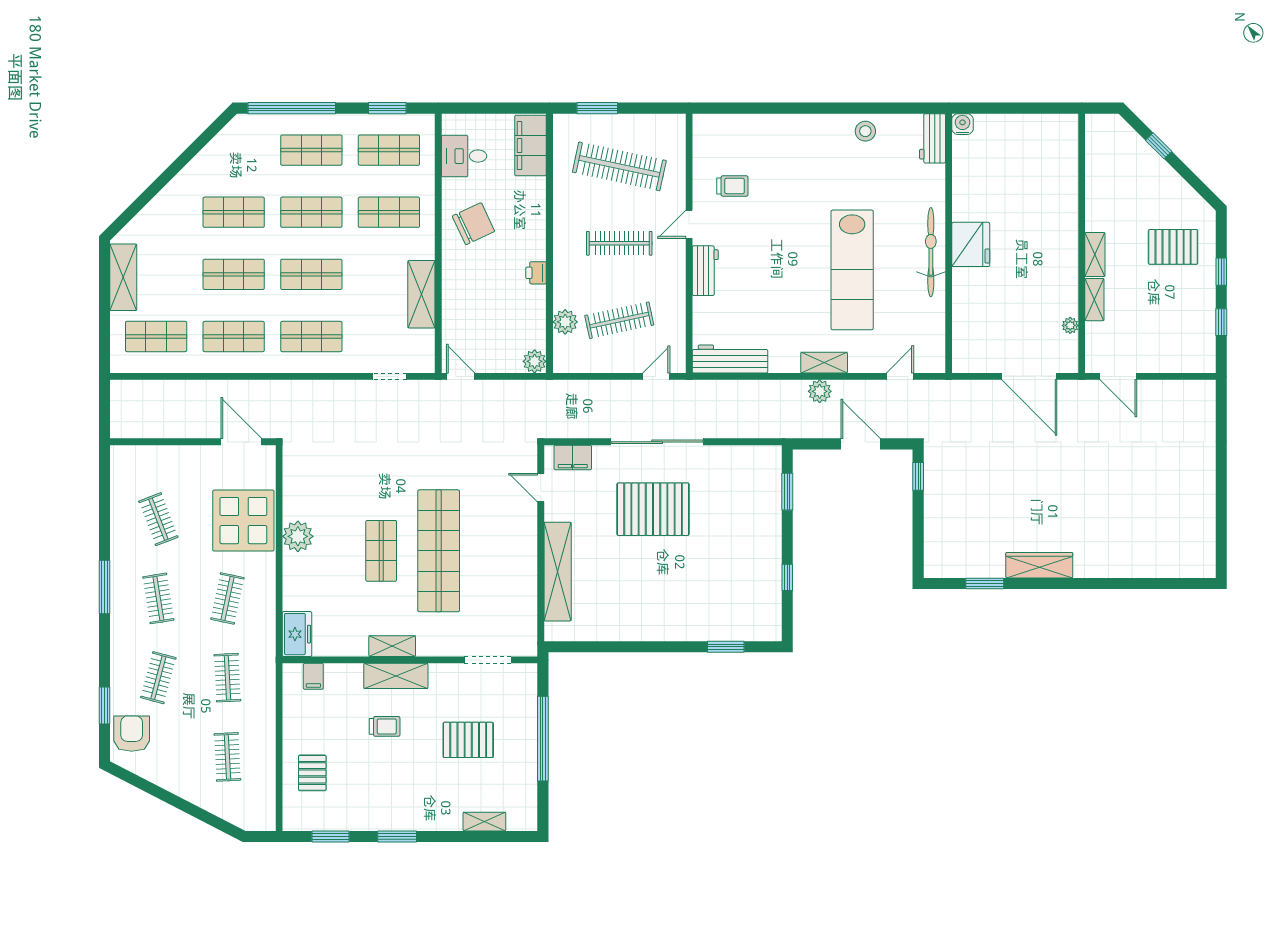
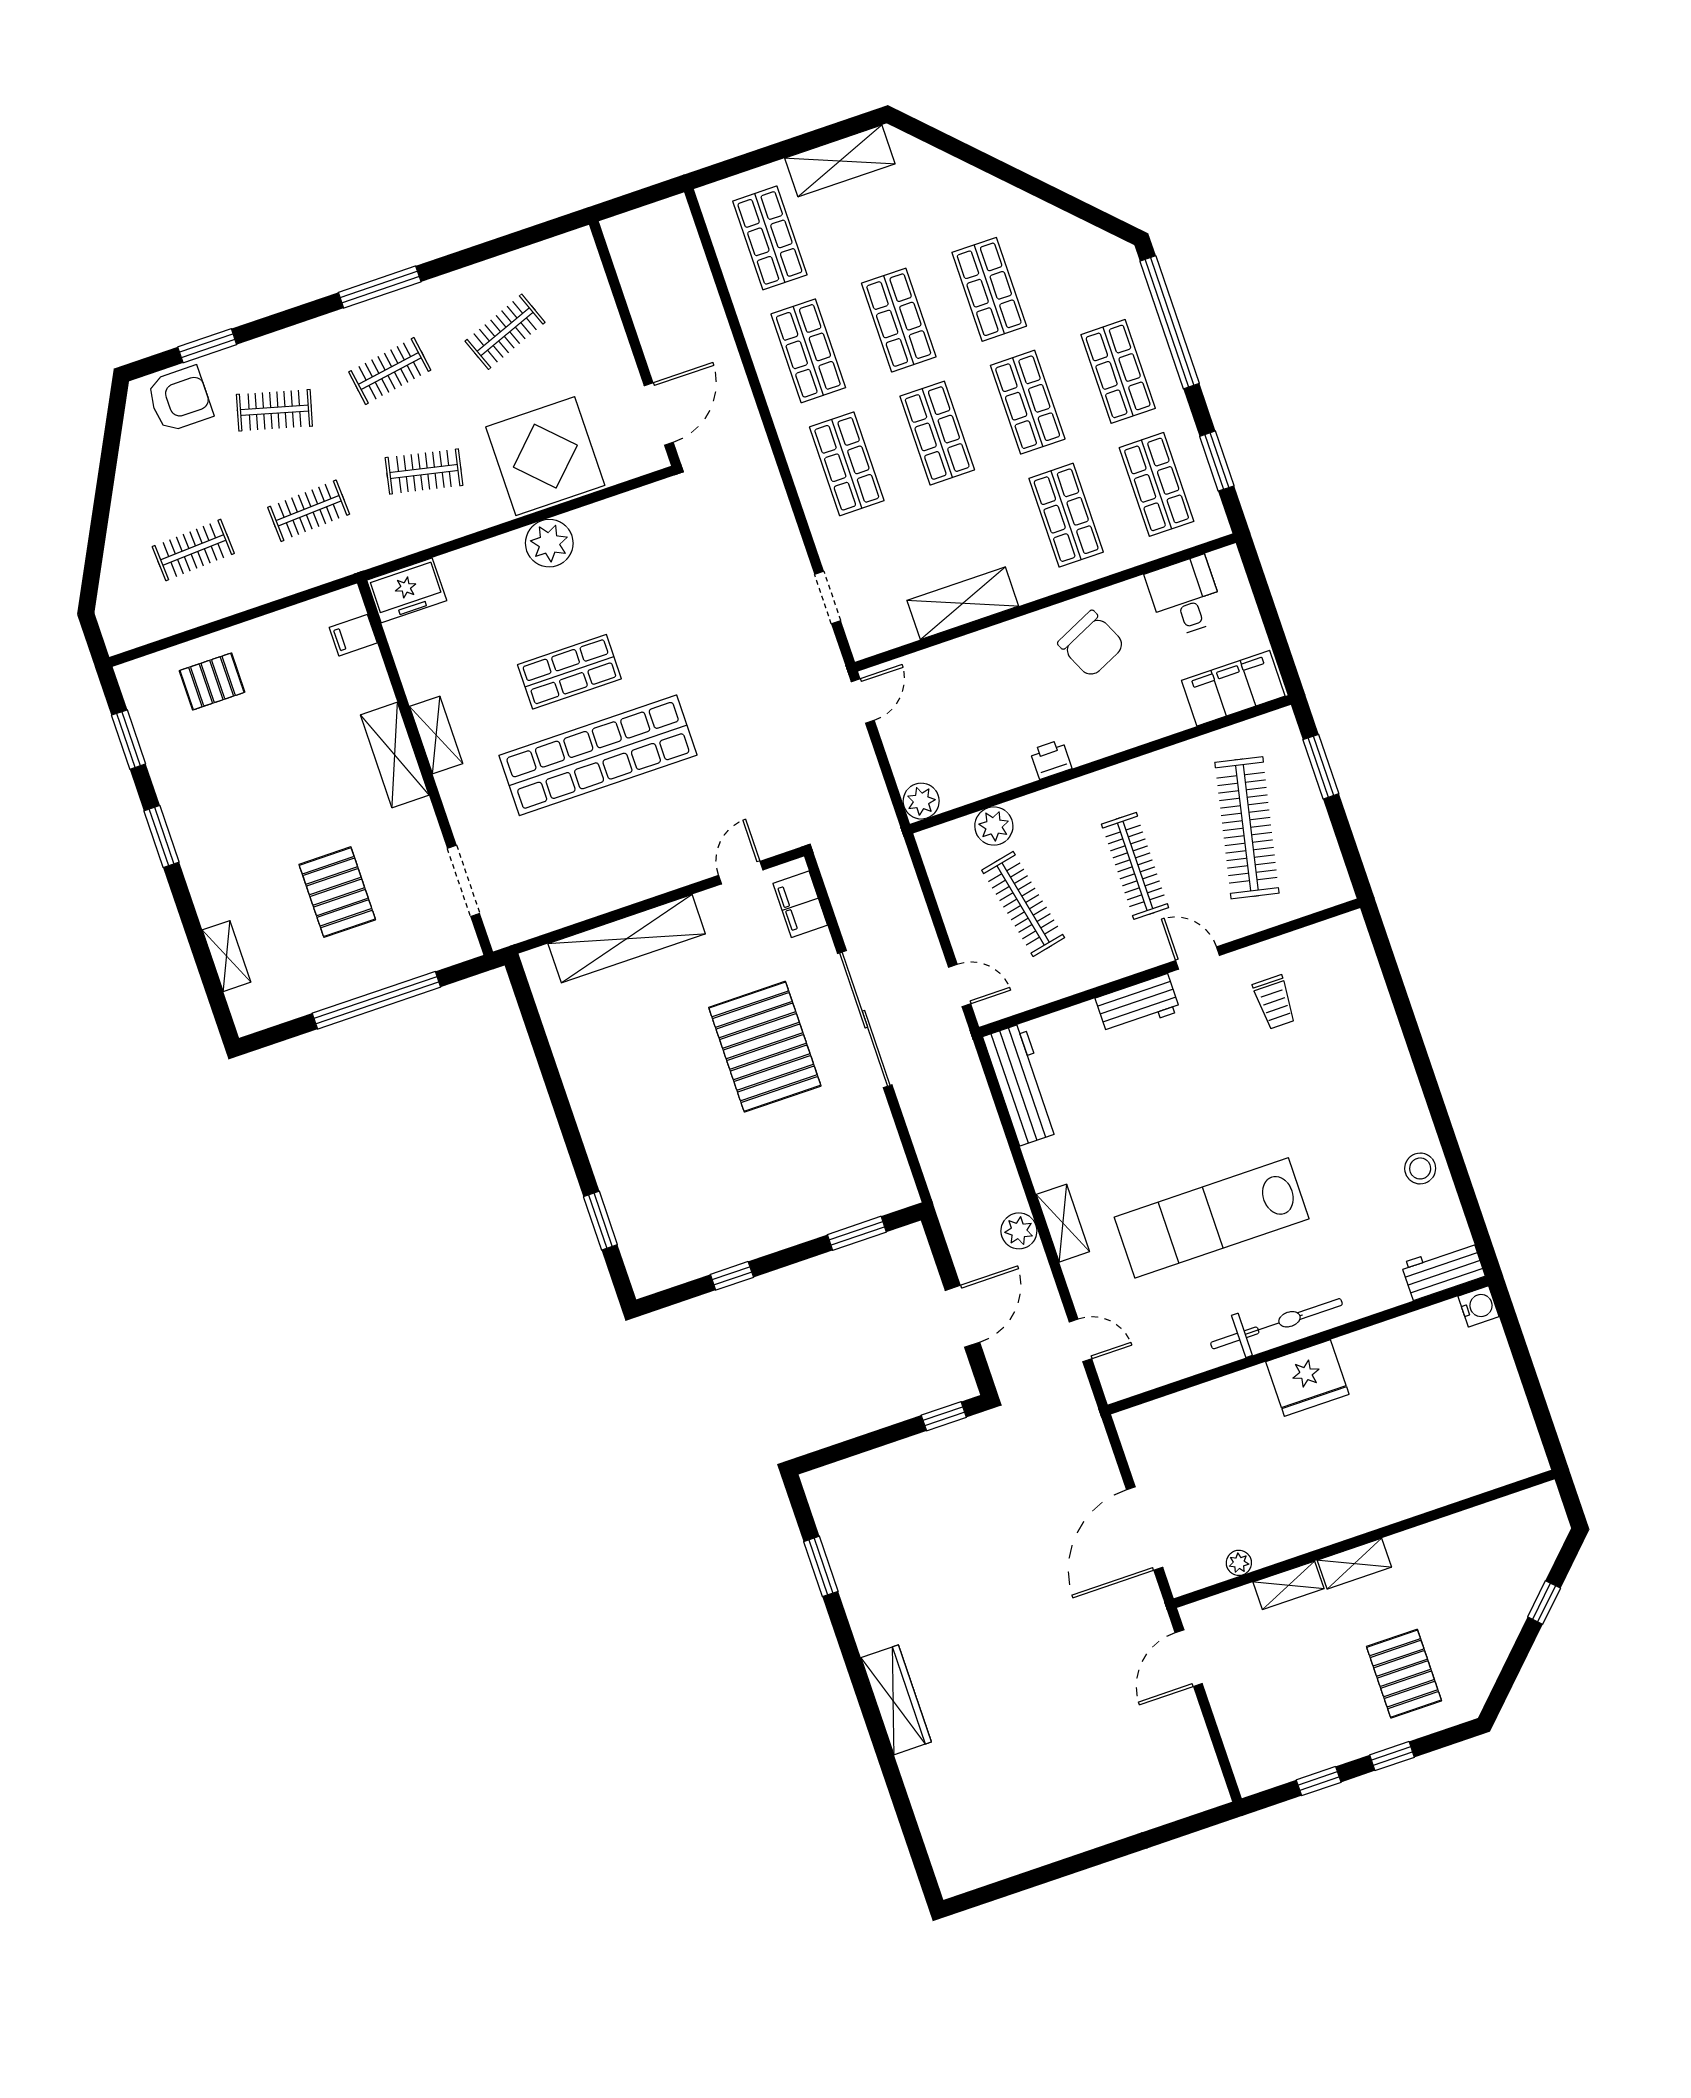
wardrobe: (1039, 565) -> (896, 1700), moved
trolley: (385, 726) -> (316, 764), removed

